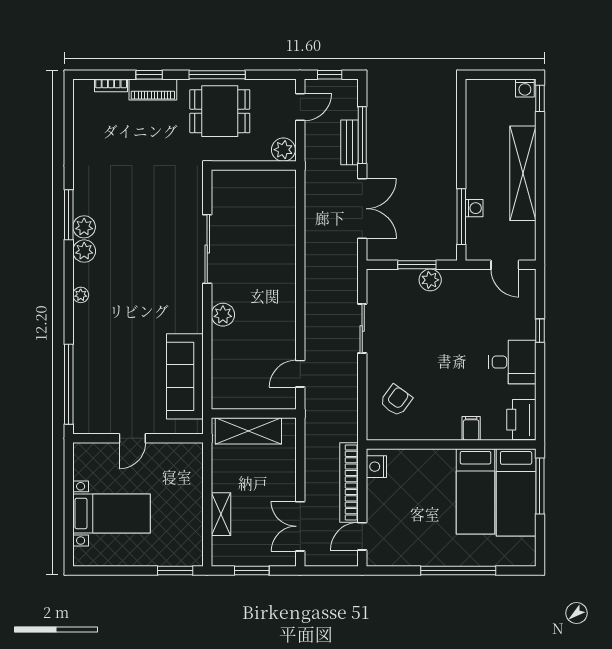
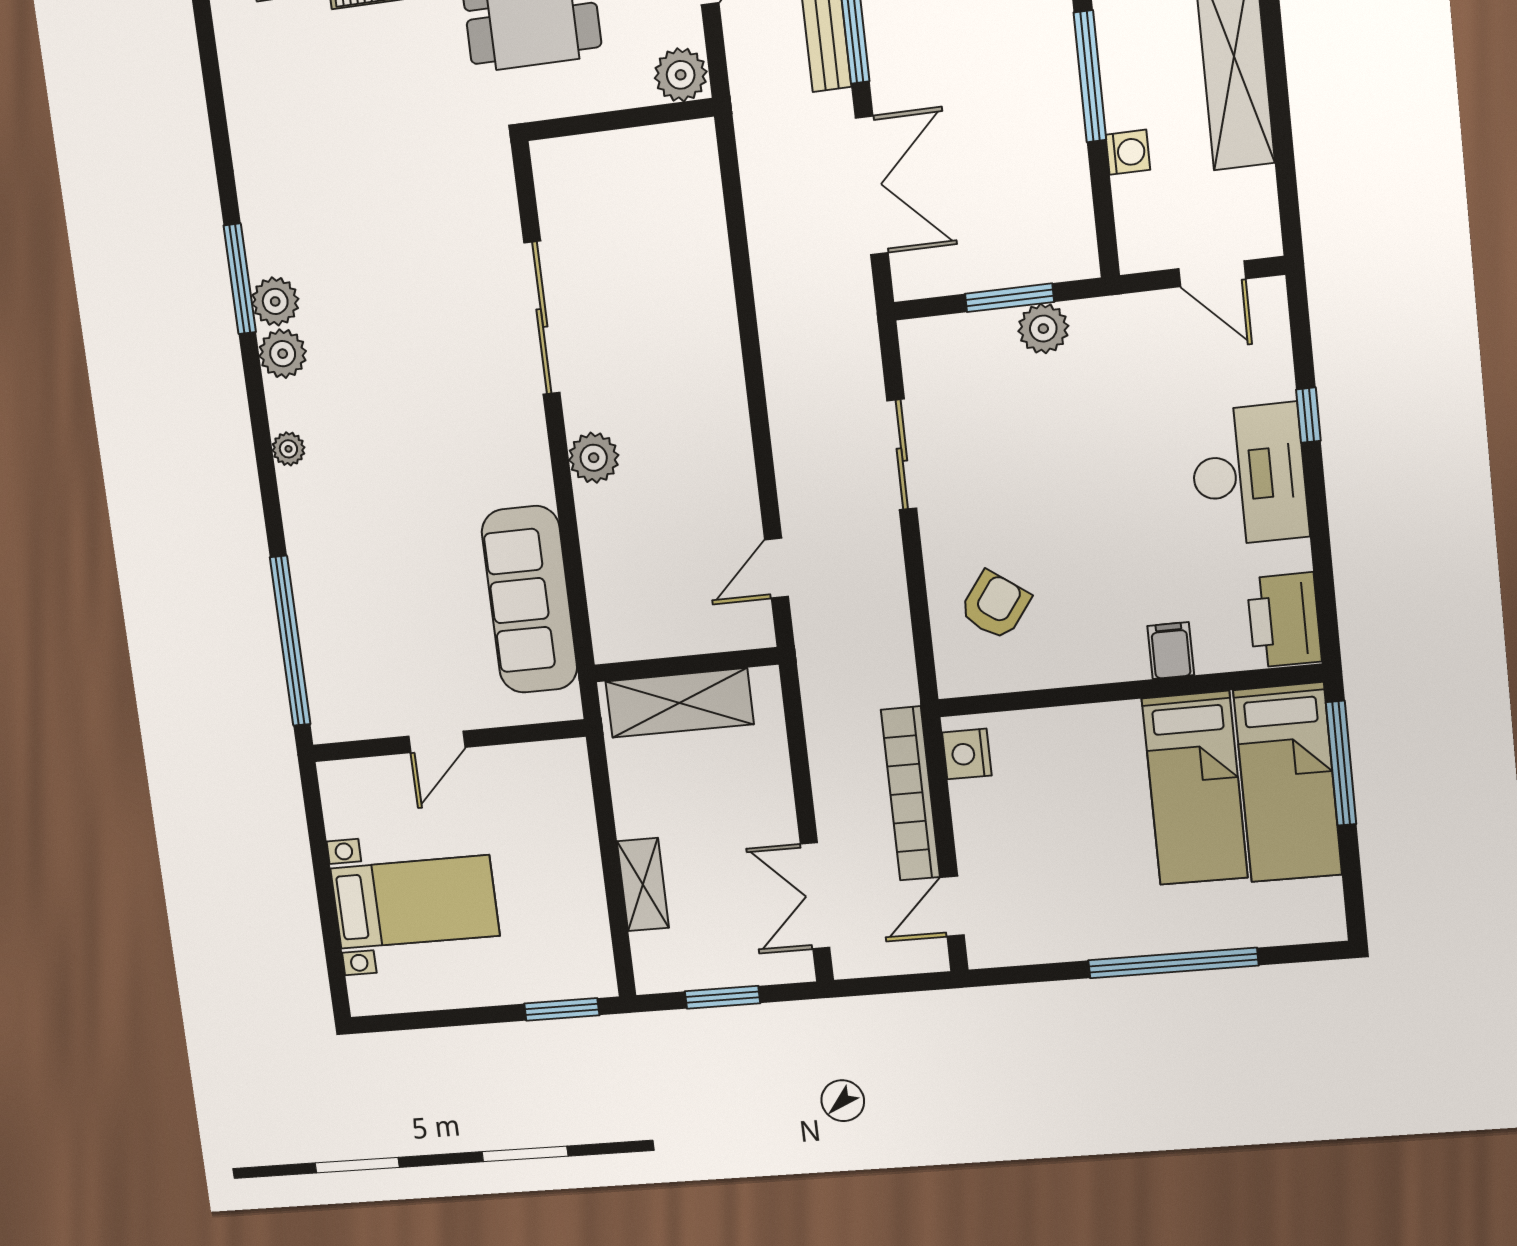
window: (461, 217) -> (1090, 76), moved
desk: (512, 362) -> (1249, 475), width x1.37

